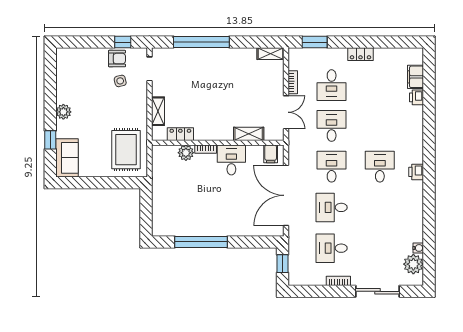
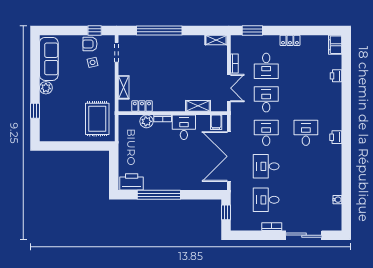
armchair: (117, 59) -> (90, 44), turned 180
filing cabinet: (415, 77) -> (335, 45), moved
sofa: (67, 158) -> (49, 59), moved, width x1.36
printer: (168, 226) -> (132, 182), added
plant: (413, 264) -> (333, 213), removed

